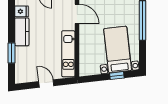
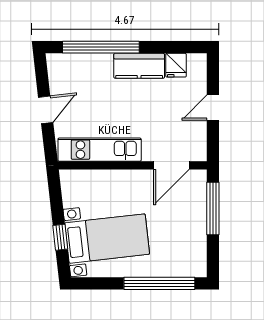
window: (12, 53) -> (101, 47), width x2.11

